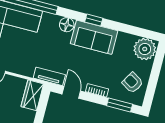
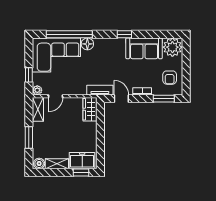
floor lamp: (67, 25) -> (87, 44), moved
sofa: (94, 37) -> (144, 48), moved
armchair: (133, 83) -> (170, 78), turned -121

